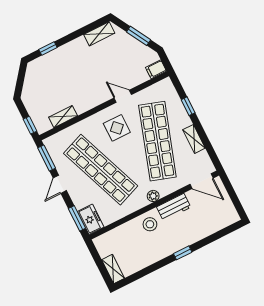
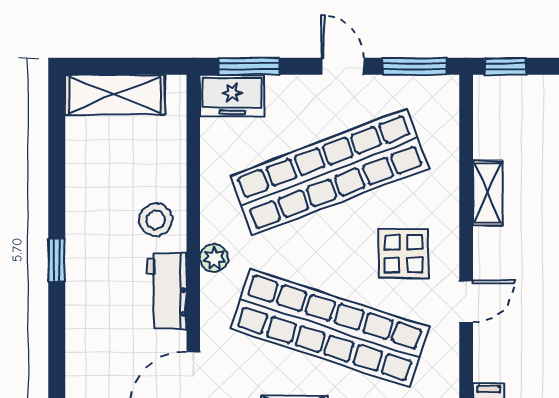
shelving: (63, 117) -> (487, 193), moved
shelving: (113, 269) -> (115, 95), width x1.50, depth x1.33

